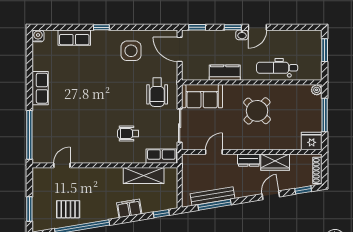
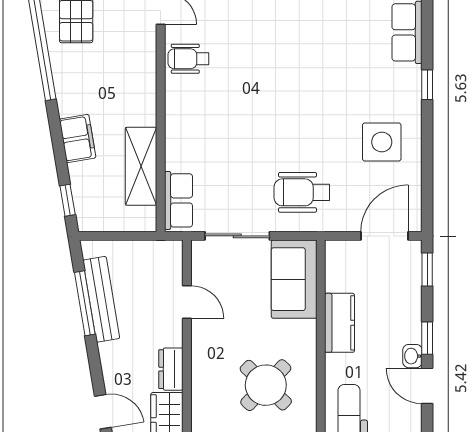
wheelchair: (128, 134) -> (189, 59), moved, turned -90

